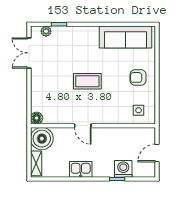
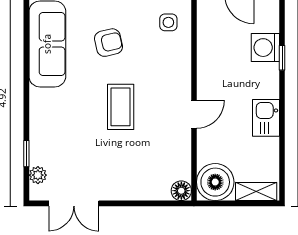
armchair: (138, 77) -> (109, 43), moved, turned -103

